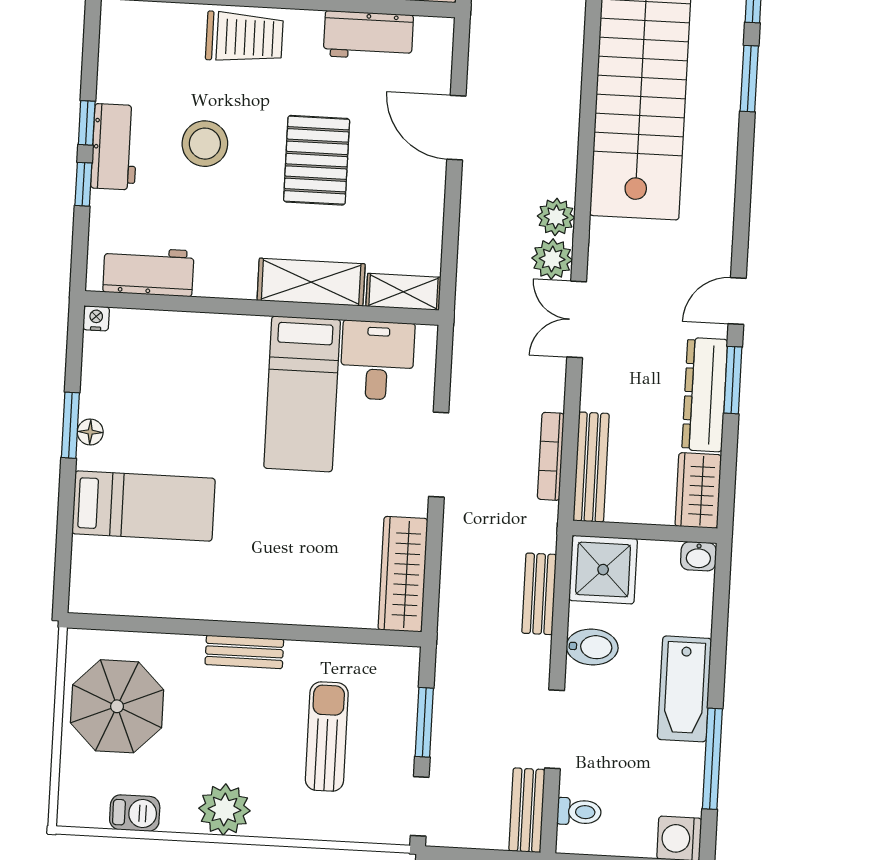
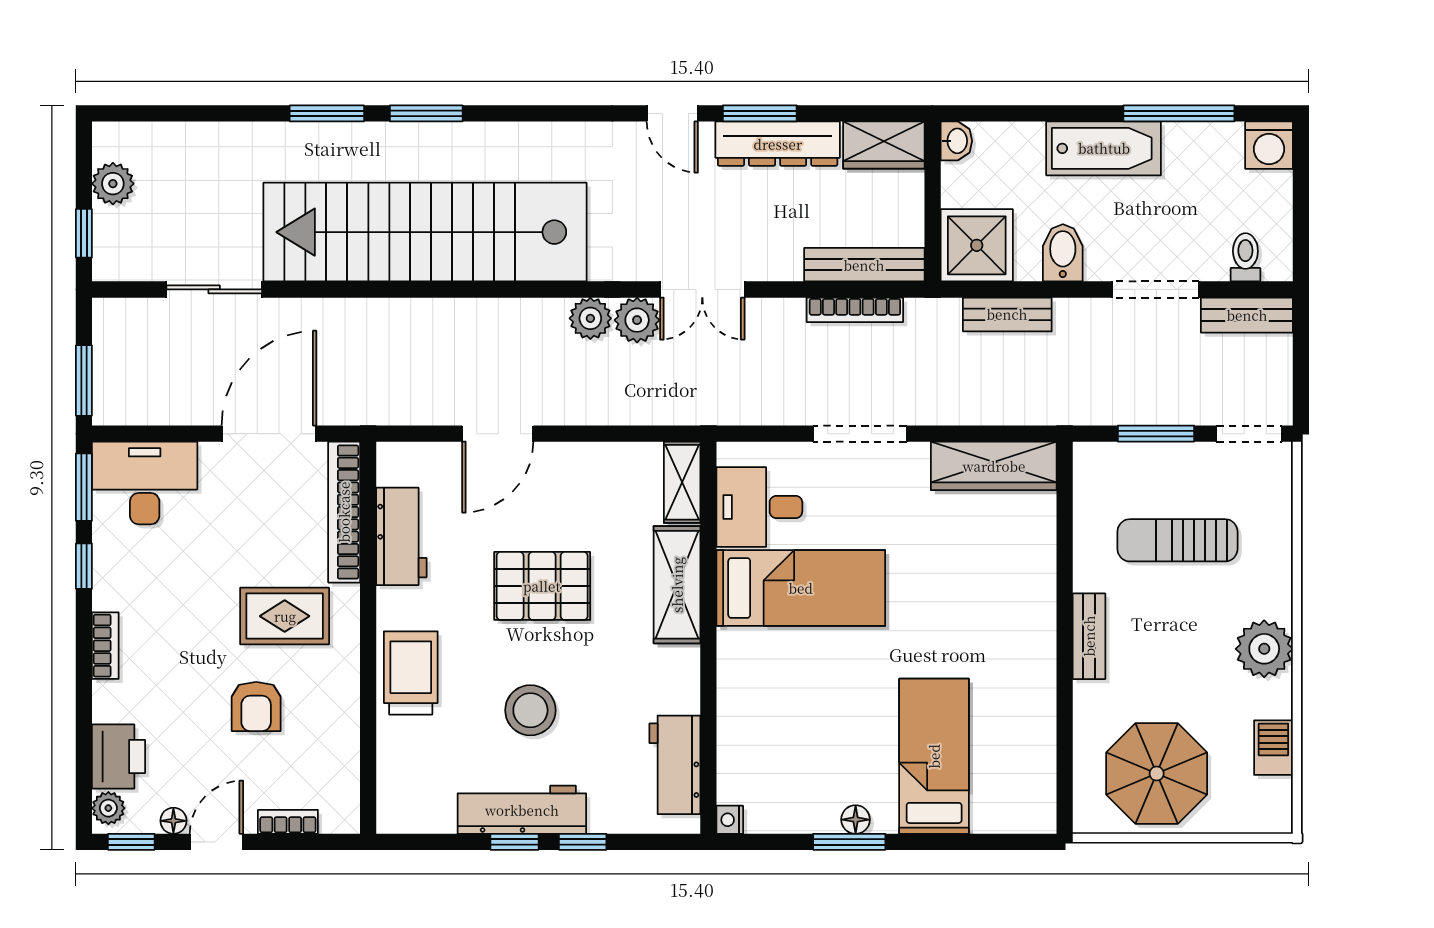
workbench: (115, 147) -> (522, 810), width x1.38

